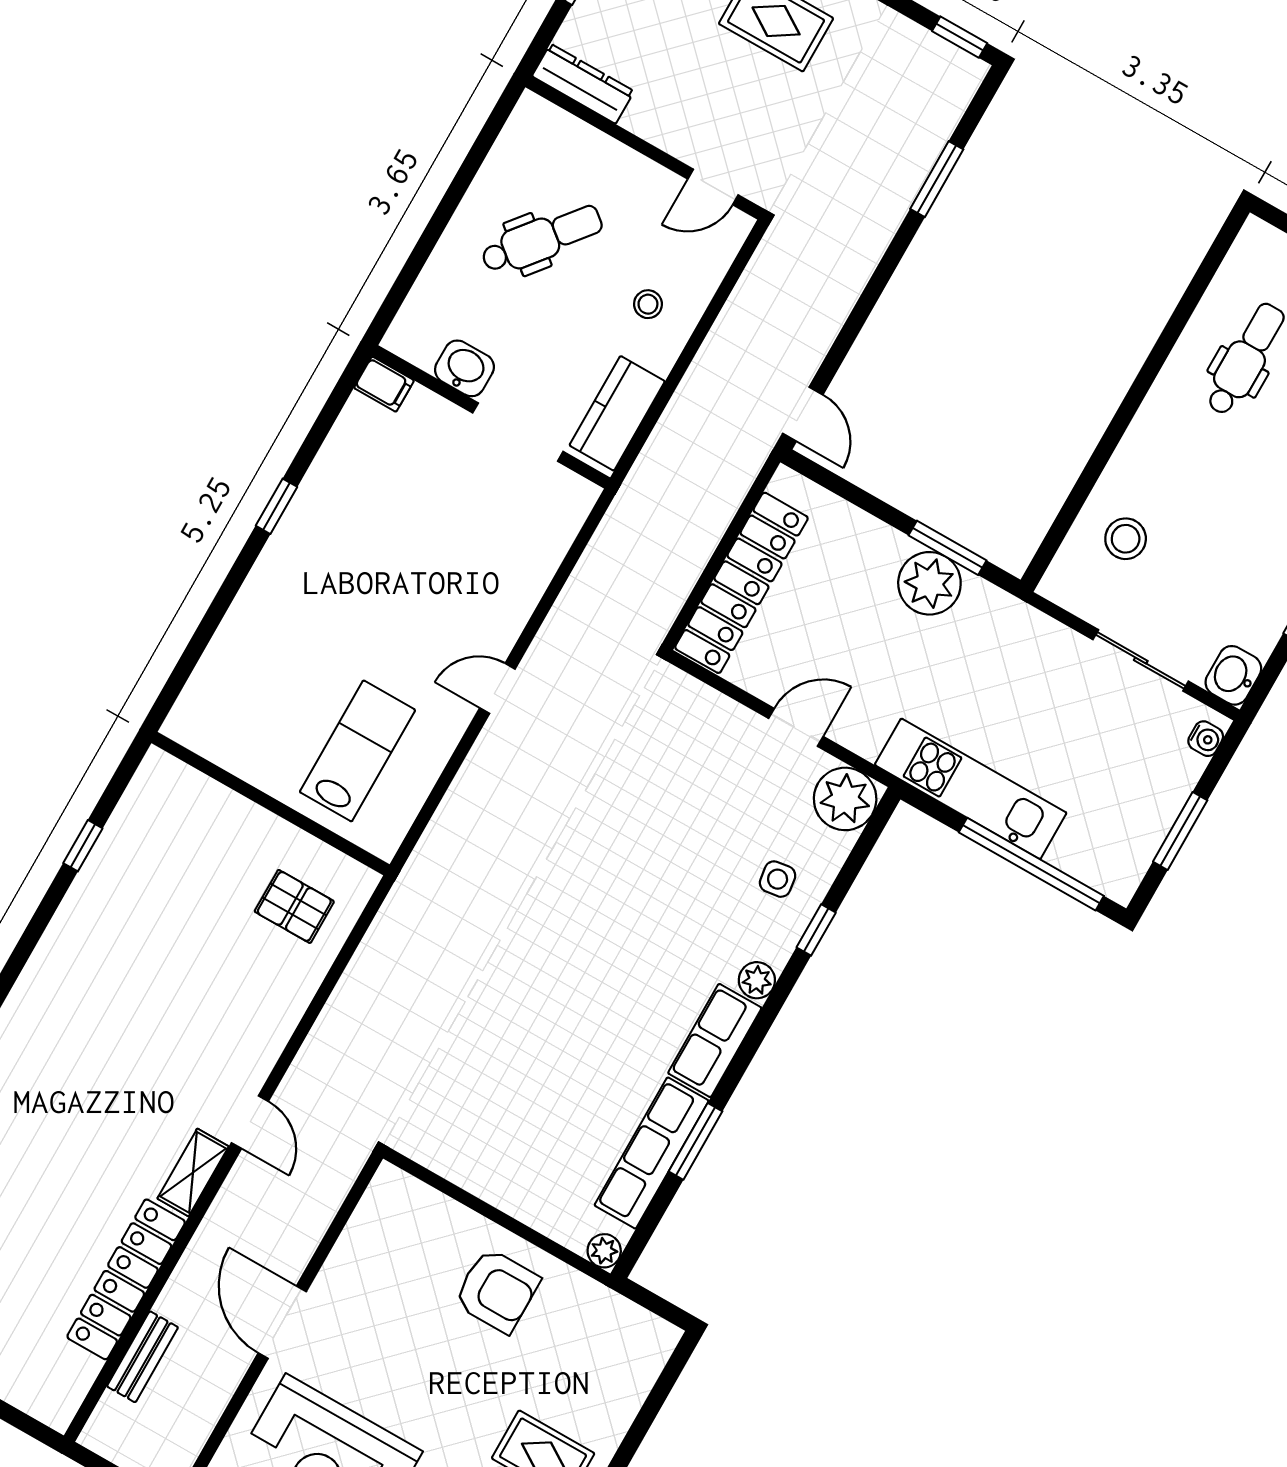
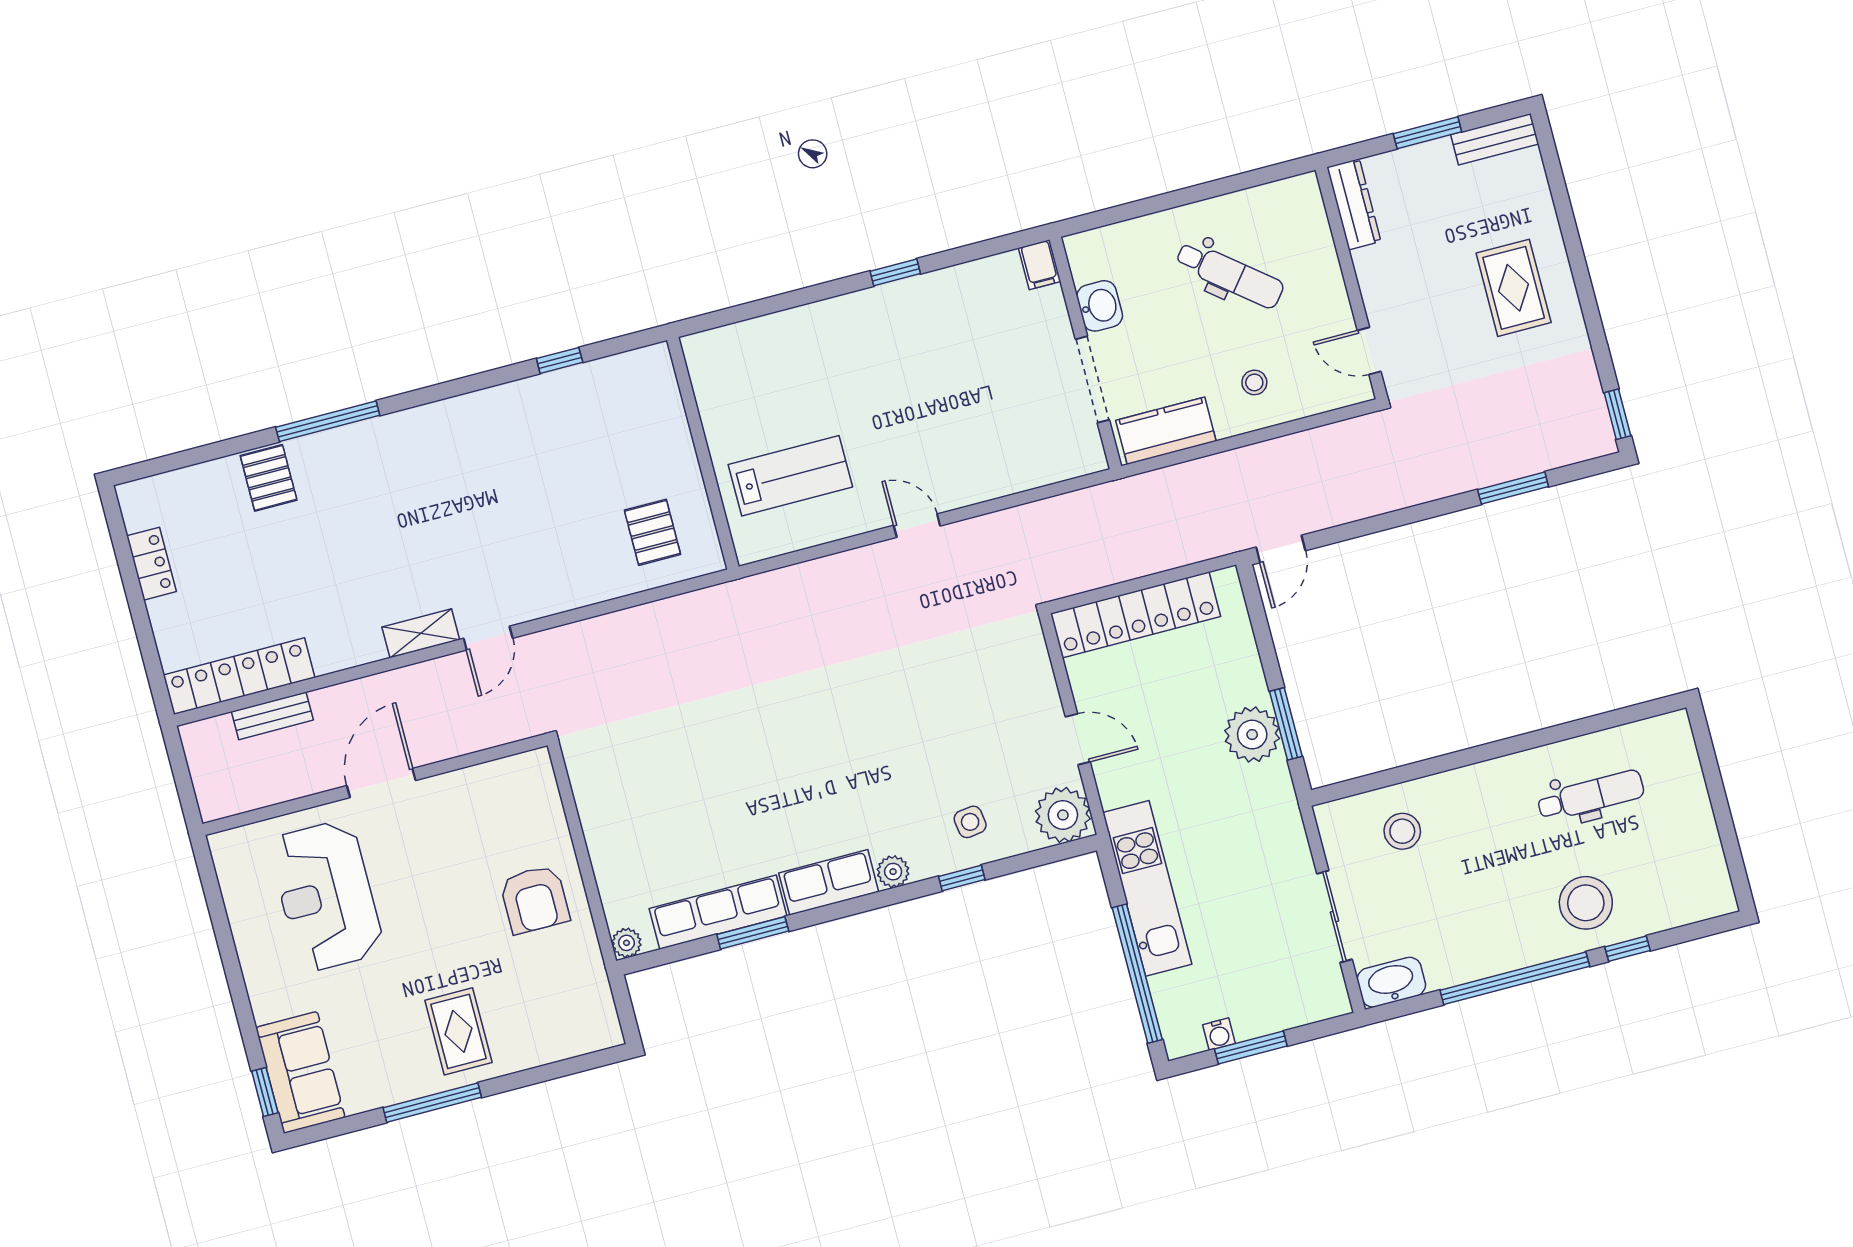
washbasin: (1233, 675) -> (1391, 982), width x1.38
water cooler: (1206, 739) -> (1219, 1034), moved
locker: (126, 1279) -> (239, 676), moved

